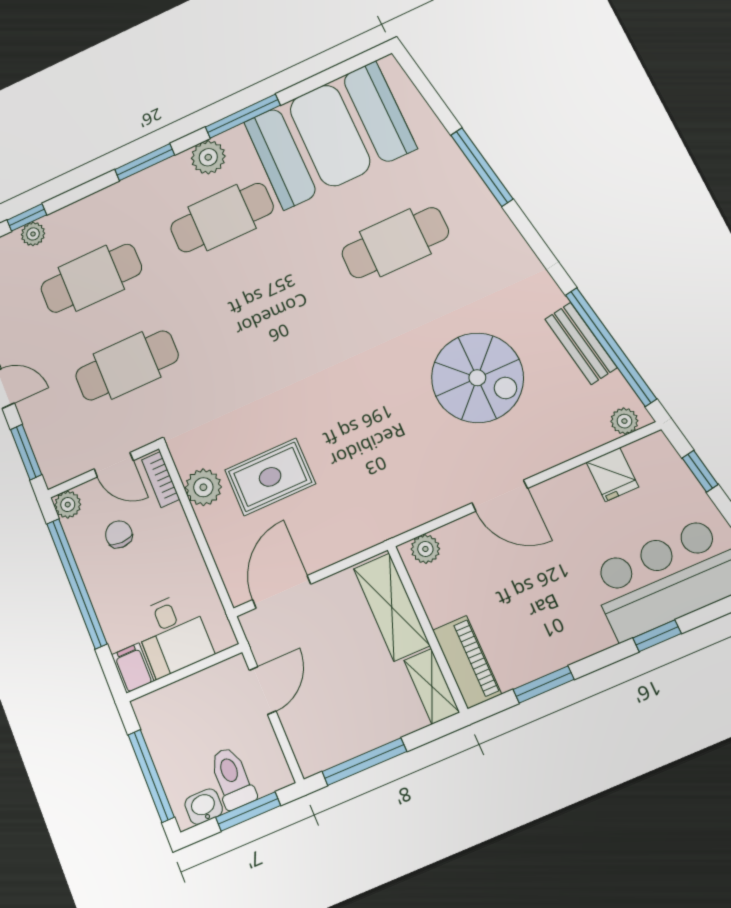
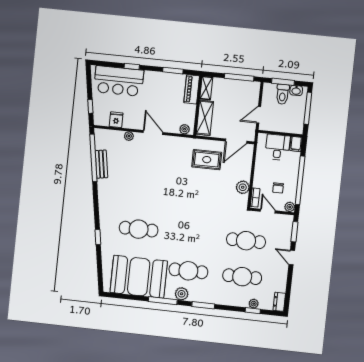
window: (482, 167) -> (98, 237), width x0.46
spiral stairs: (477, 378) -> (138, 172), removed
plant: (624, 421) -> (129, 136), moved
rug: (270, 477) -> (207, 160), moved

